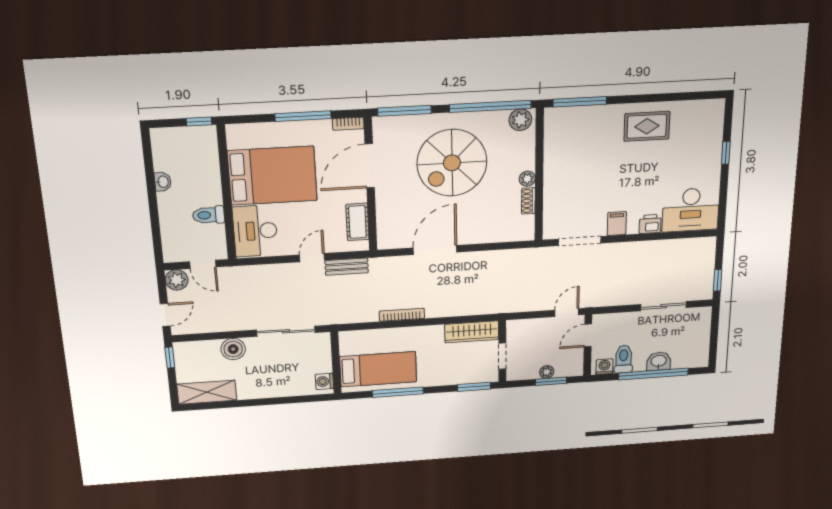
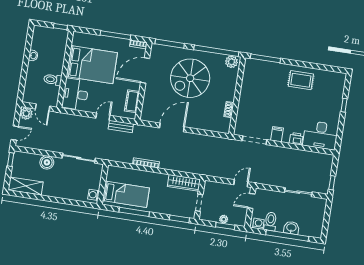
plant: (527, 179) -> (230, 96), removed

